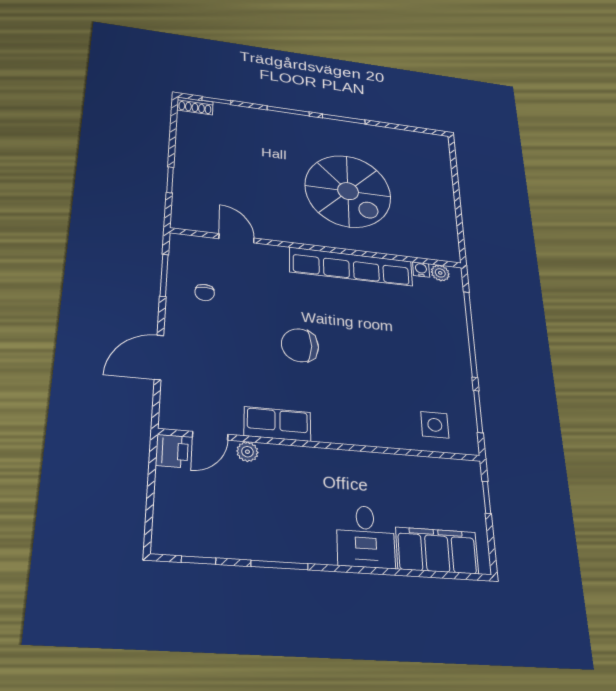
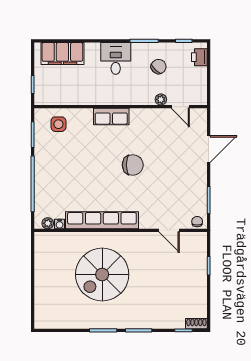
spiral stairs: (348, 191) -> (102, 275), turned -90
chair: (205, 292) -> (197, 222), moved
row of seats: (277, 424) -> (111, 117), moved
door: (210, 436) -> (180, 107), swing flipped
printer: (172, 451) -> (199, 57), moved
chair: (251, 513) -> (159, 67), added
desk: (366, 536) -> (116, 58), moved

